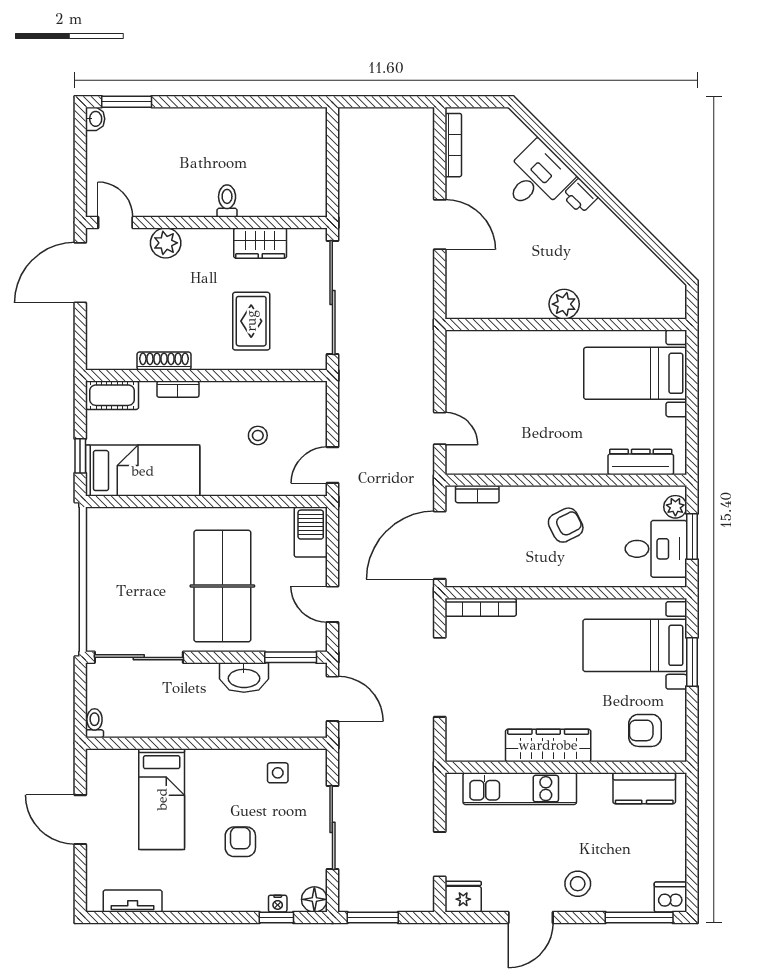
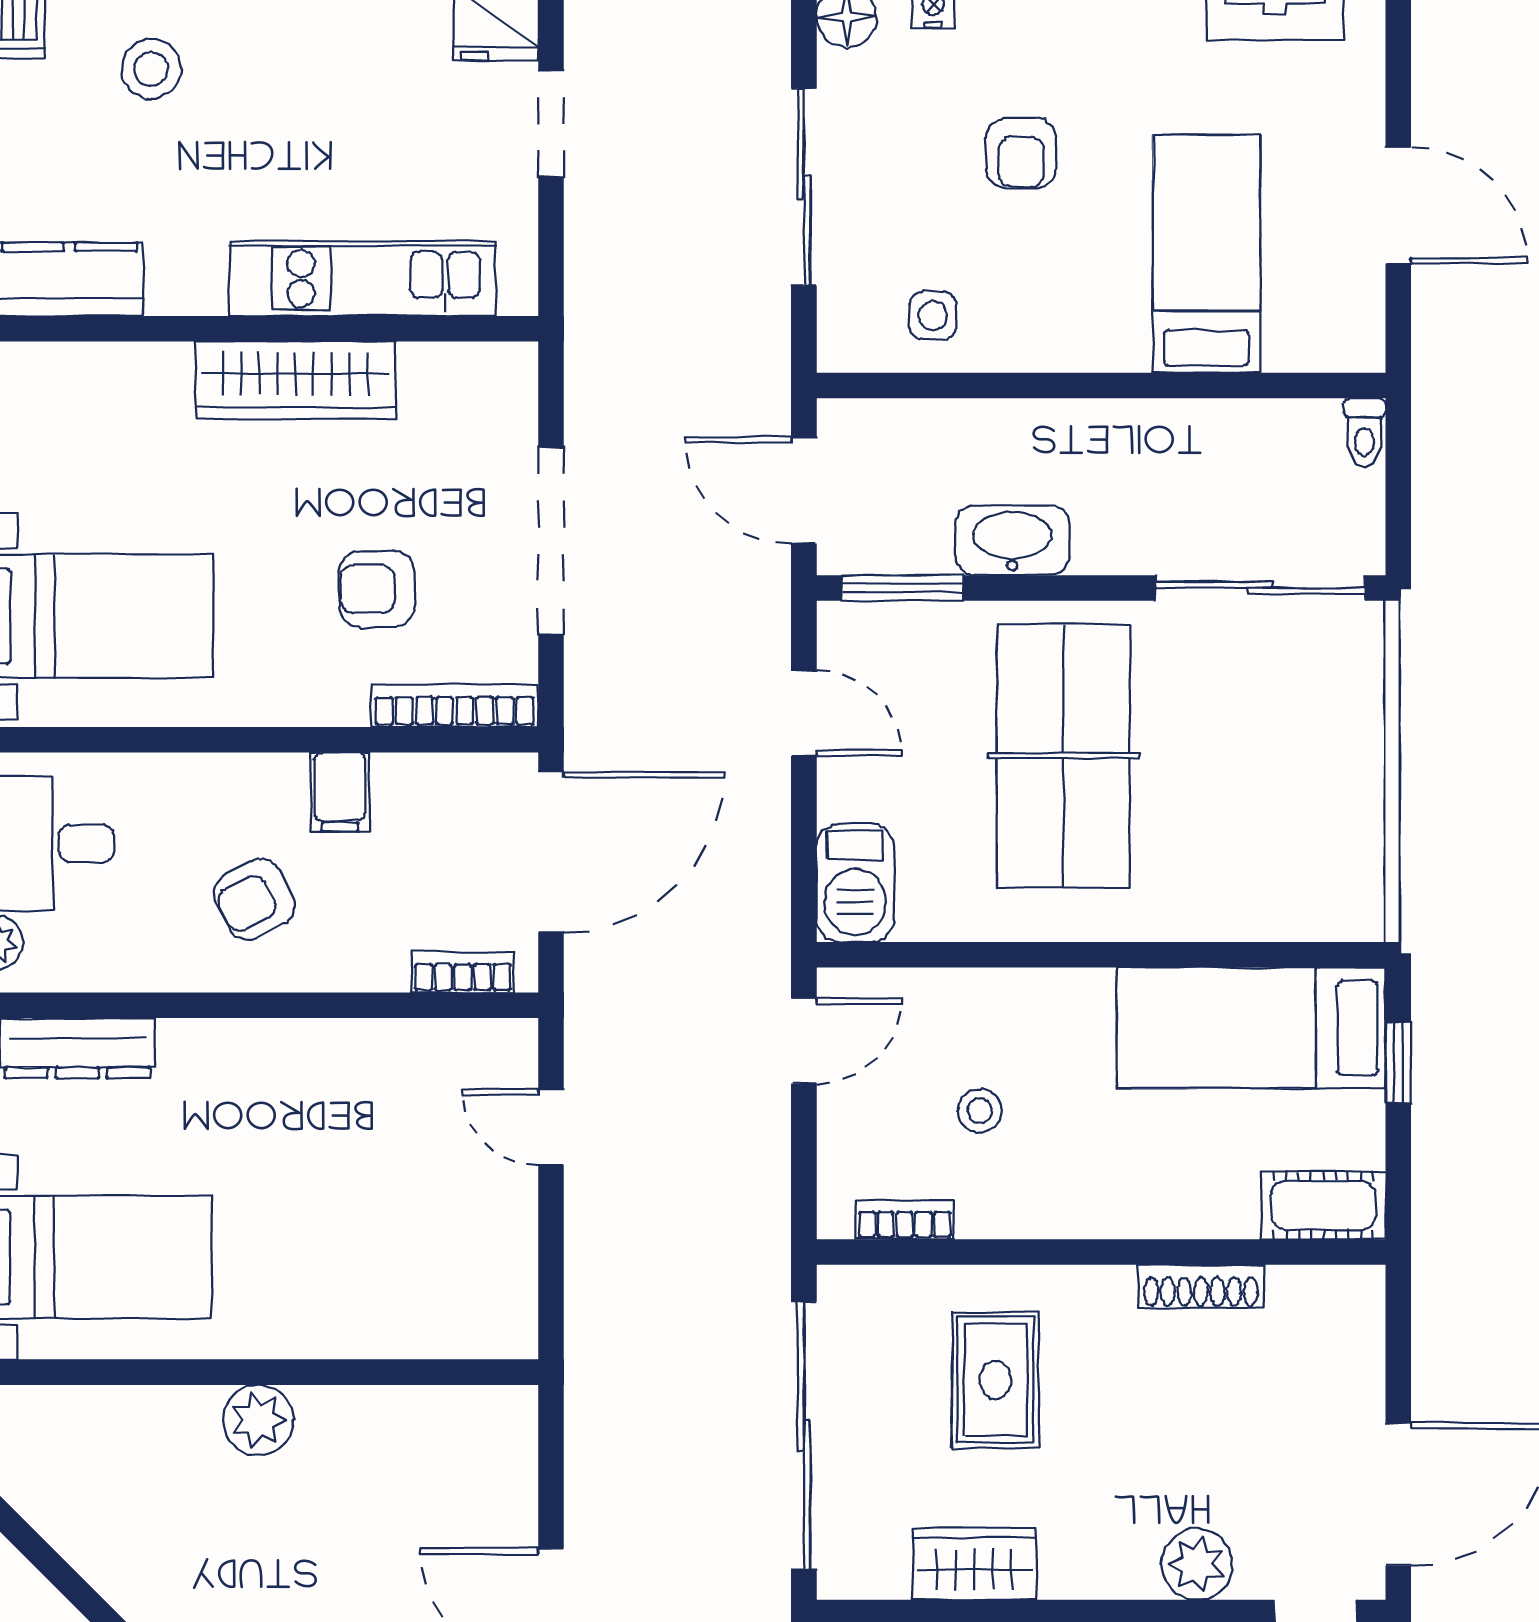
bookcase: (178, 389) -> (905, 1220), moved
filing cabinet: (529, 571) -> (340, 792), added
armchair: (645, 730) -> (377, 589), moved, turned 180
stool: (578, 884) -> (151, 69), moved

